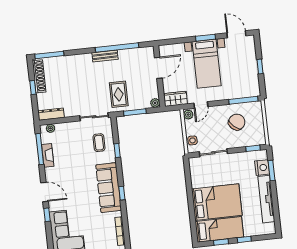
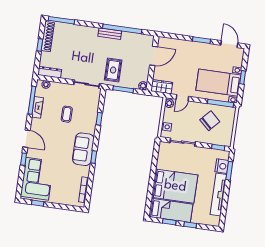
bed with nightstands: (207, 64) -> (218, 83), moved, turned 90
coffee table: (99, 143) -> (67, 114), moved
sofa: (109, 188) -> (83, 149), width x0.73

